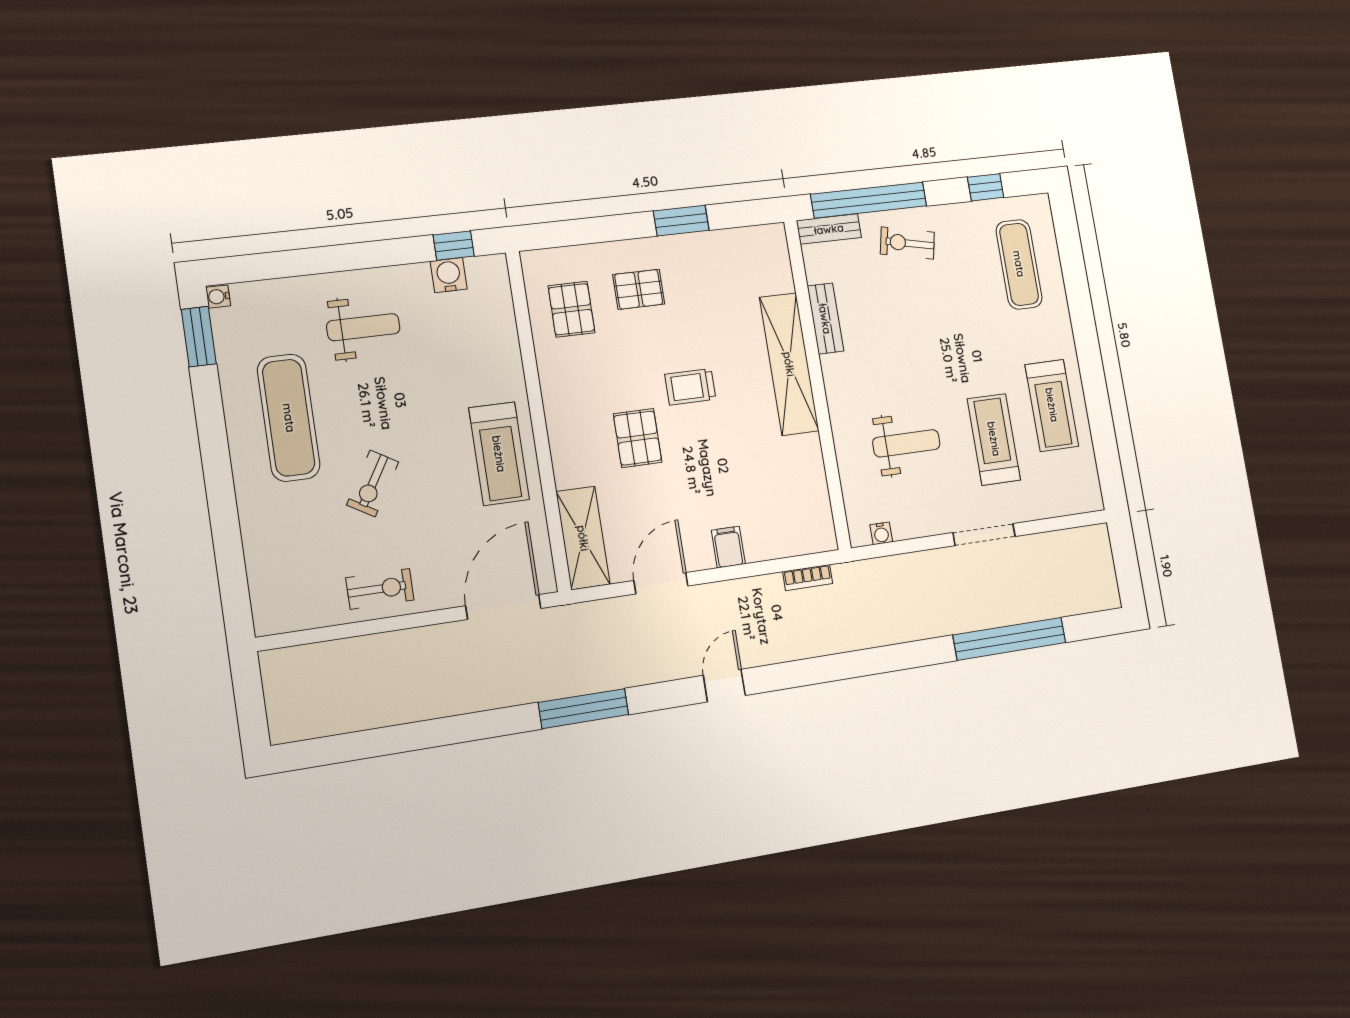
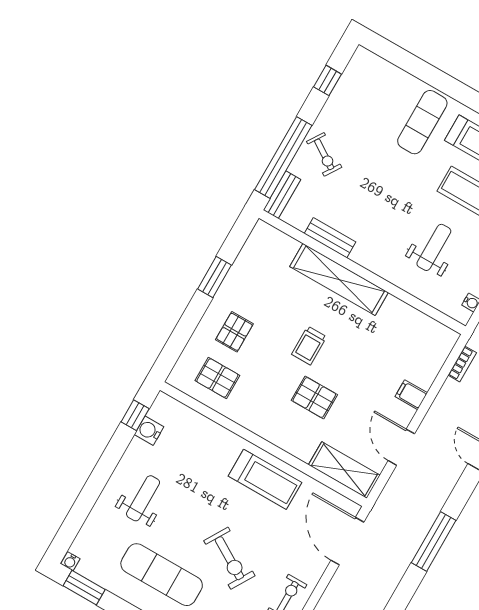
exercise bike: (907, 243) -> (324, 154), turned -69
exercise mat: (1019, 264) -> (422, 122), moved, turned 90
exercise bike: (373, 483) -> (229, 558), width x1.38, depth x1.39

